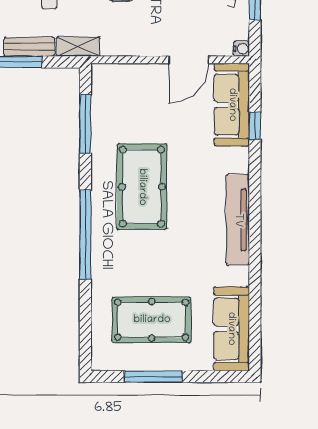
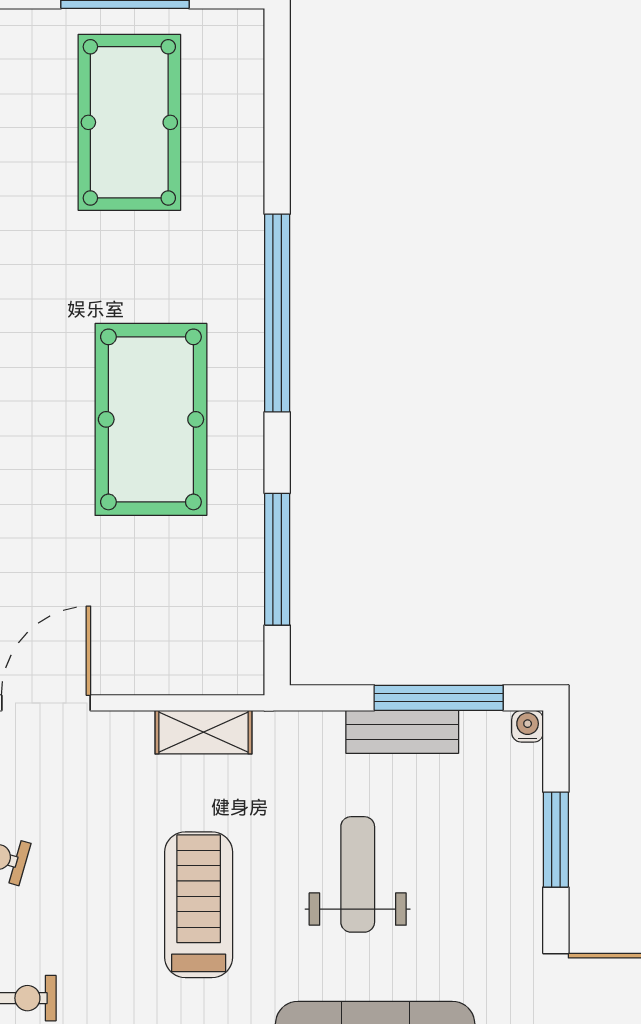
shelving: (78, 47) -> (204, 732), moved
pool table: (152, 320) -> (129, 122), turned 90

